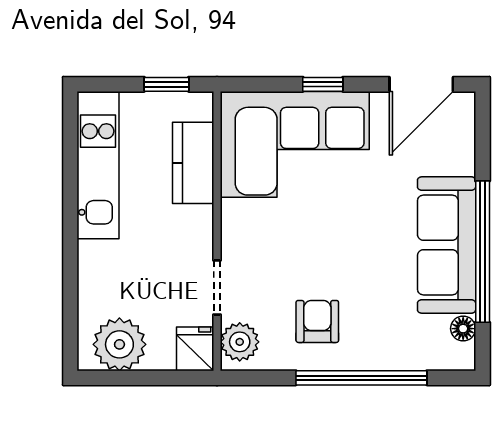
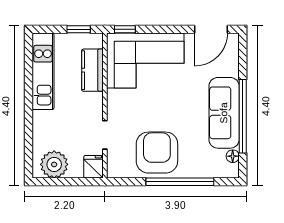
window: (323, 84) -> (125, 29), moved
armchair: (317, 321) -> (157, 153), width x1.88, depth x1.88
plant: (240, 342) -> (117, 163), removed

